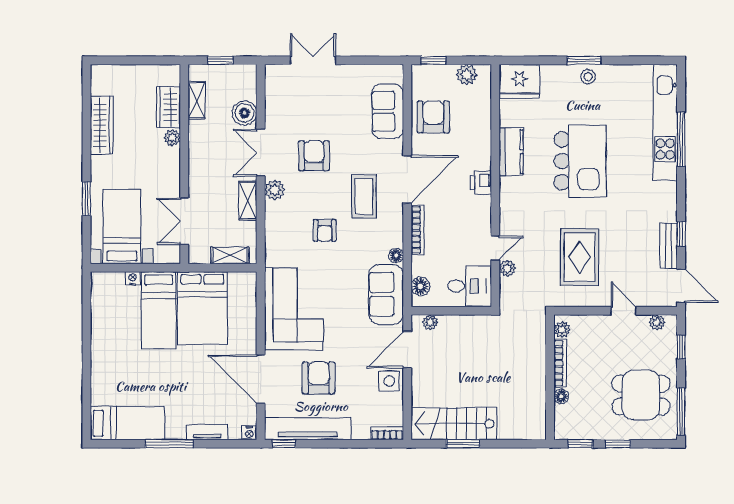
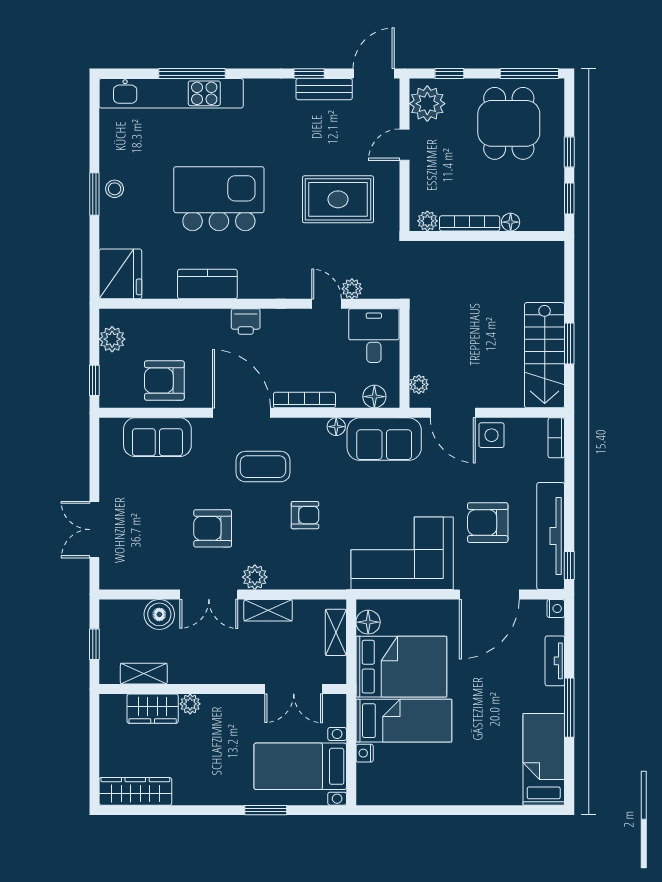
wardrobe: (102, 125) -> (135, 791), moved
floor lamp: (238, 281) -> (368, 622), added
plant: (657, 322) -> (427, 104), width x1.88, depth x1.88

